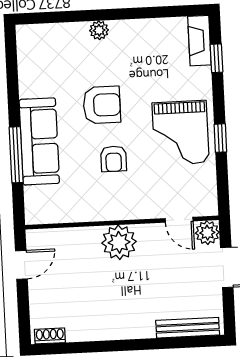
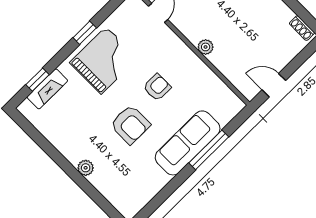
fireplace: (199, 41) -> (47, 89), moved
armchair: (102, 105) -> (130, 125), turned 180
plant: (119, 242) -> (206, 47), width x0.53, depth x0.53

